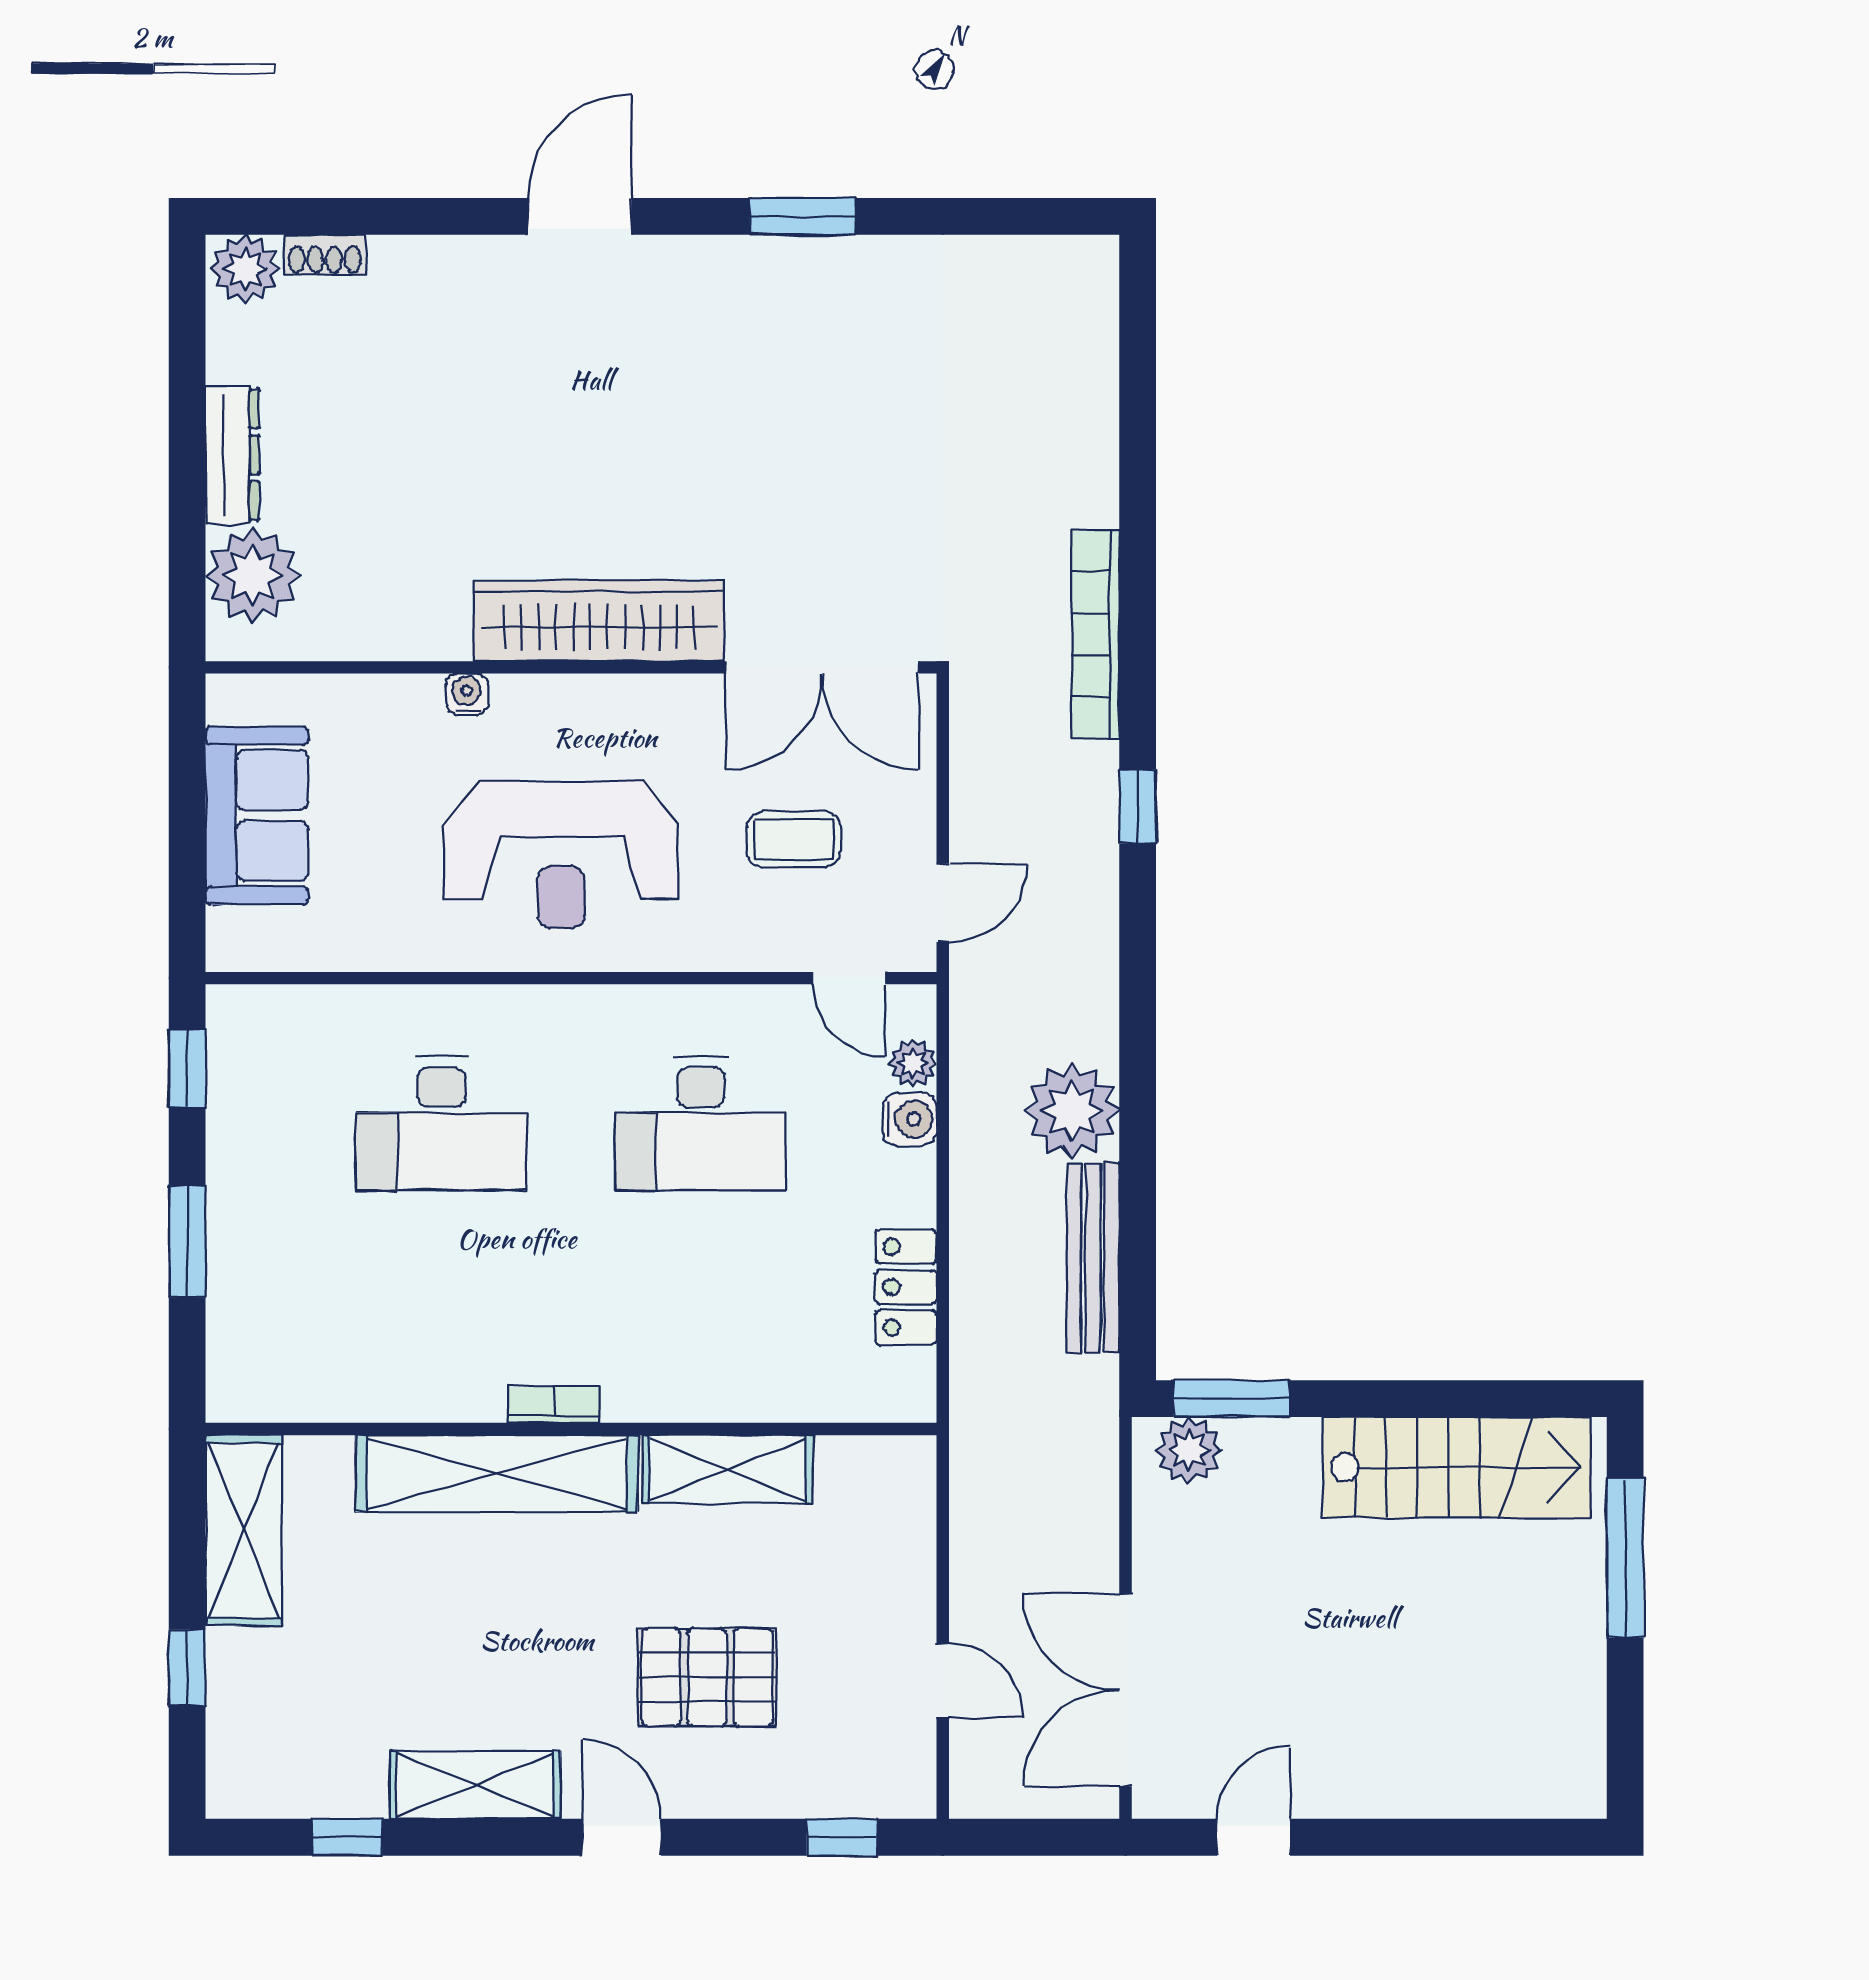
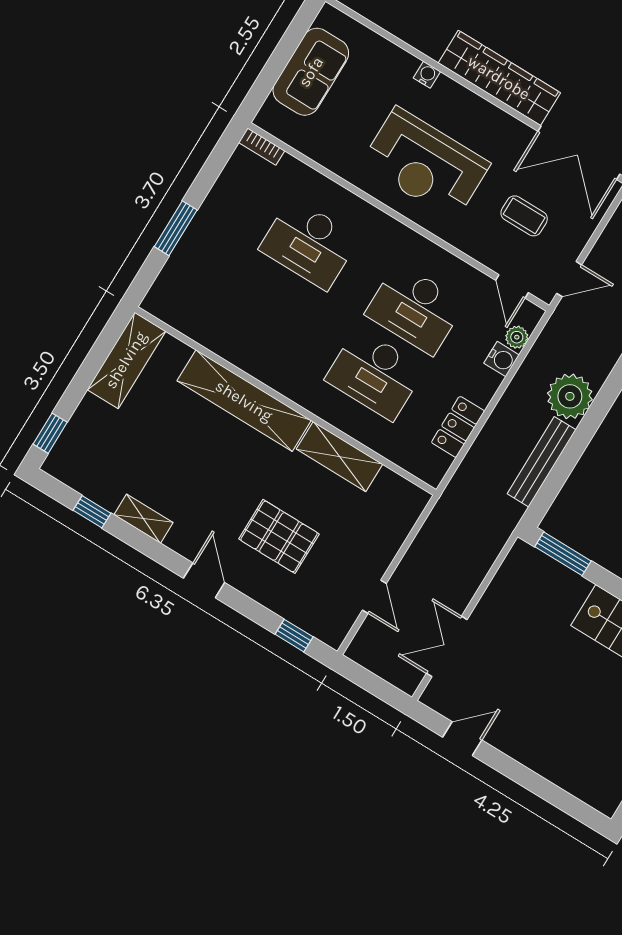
window: (187, 1068) -> (219, 158), removed
desk: (701, 1284) -> (375, 374), added
bookcase: (554, 1405) -> (262, 147), moved, turned 180
plant: (1189, 1450) -> (533, 564), removed
window: (187, 1668) -> (50, 433), moved
double door: (1126, 1690) -> (447, 646), width x0.73
shelving: (475, 1785) -> (144, 519), width x0.67, depth x0.75

